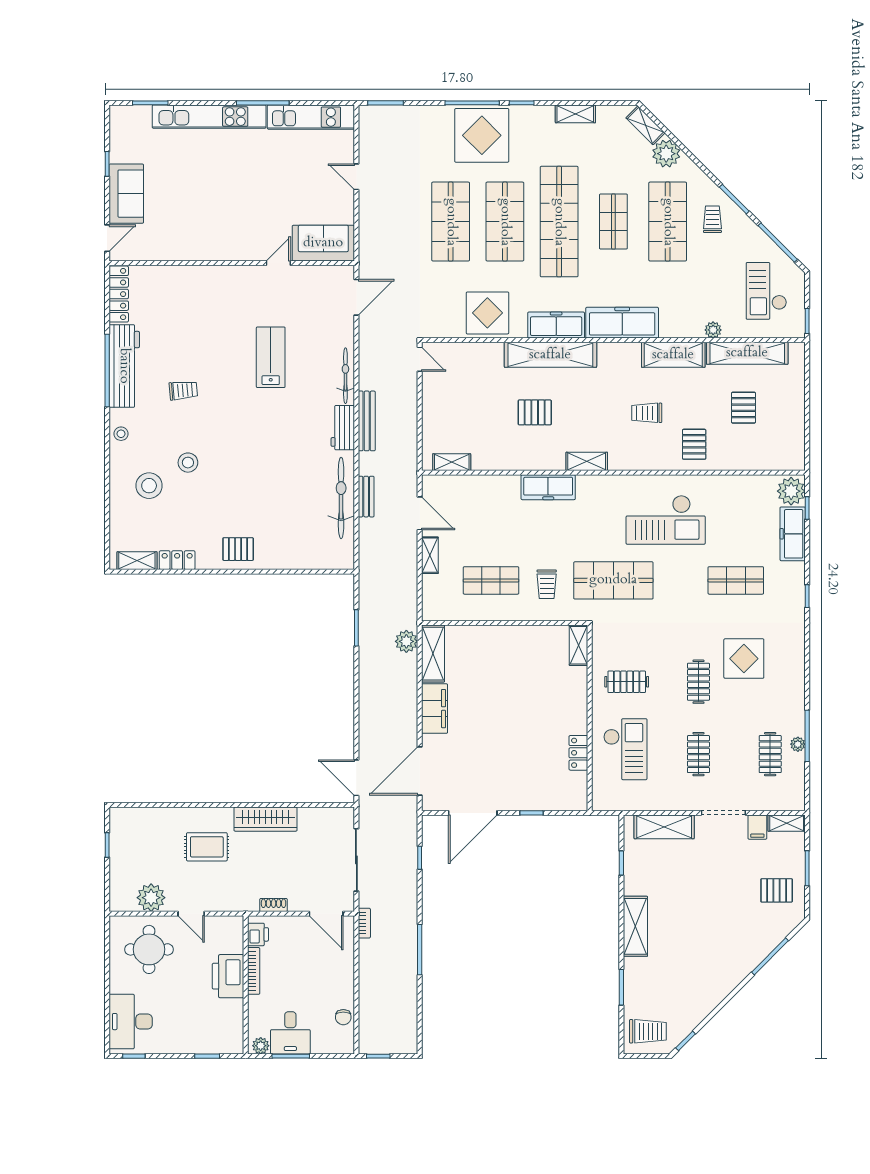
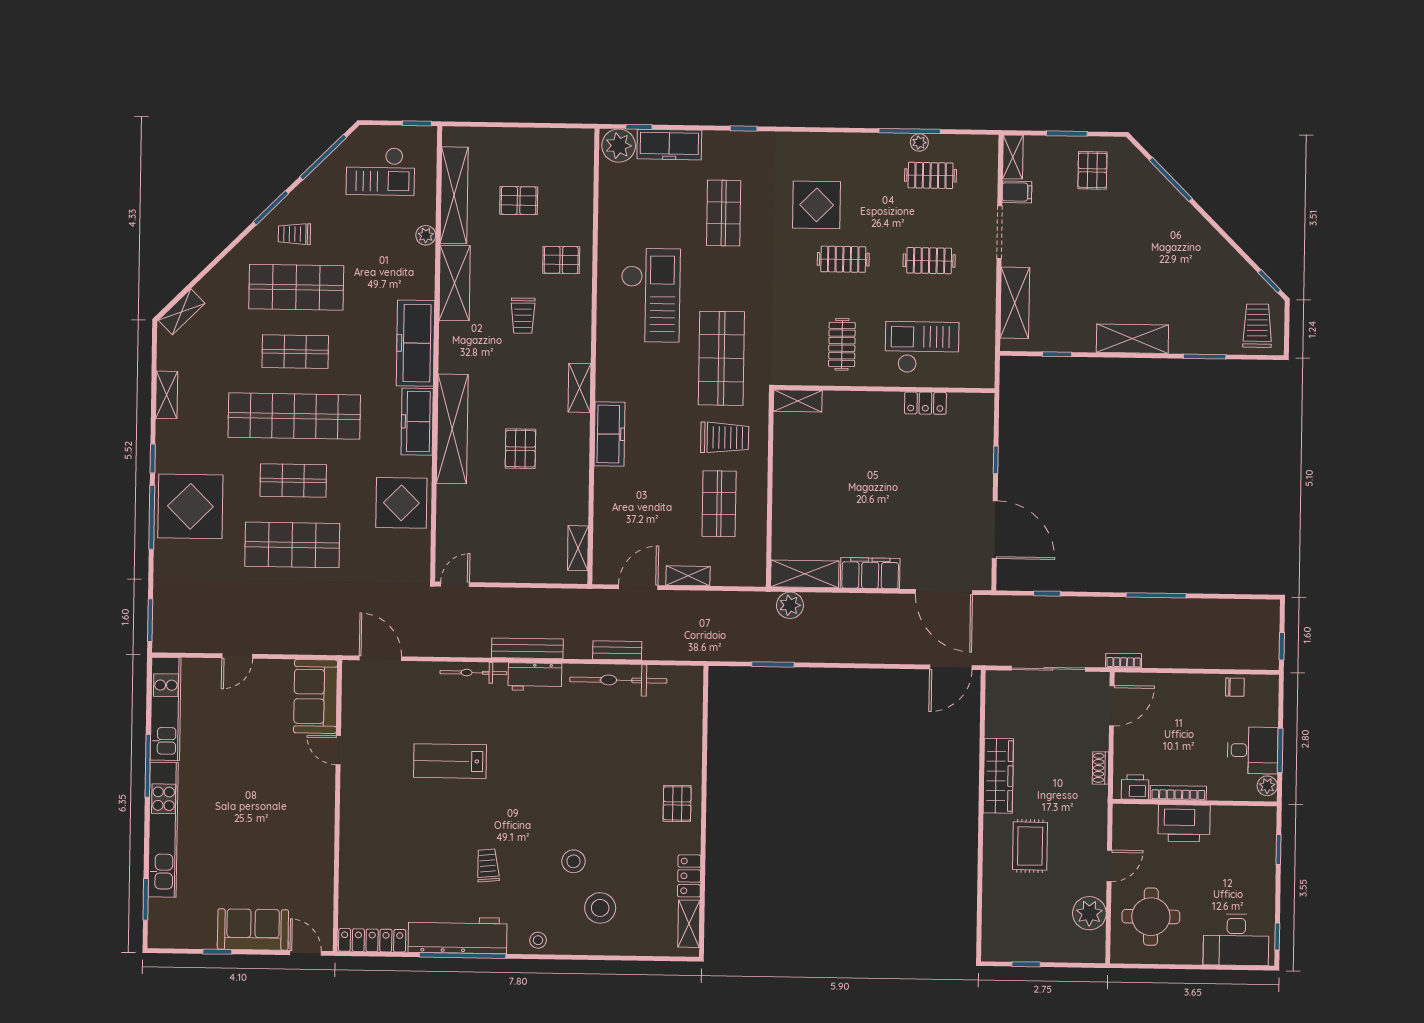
plant: (666, 154) -> (216, 288), removed
shop shelf: (505, 222) -> (293, 480), width x0.70, depth x0.74
trolley: (547, 584) -> (725, 438), width x1.36, depth x1.39

